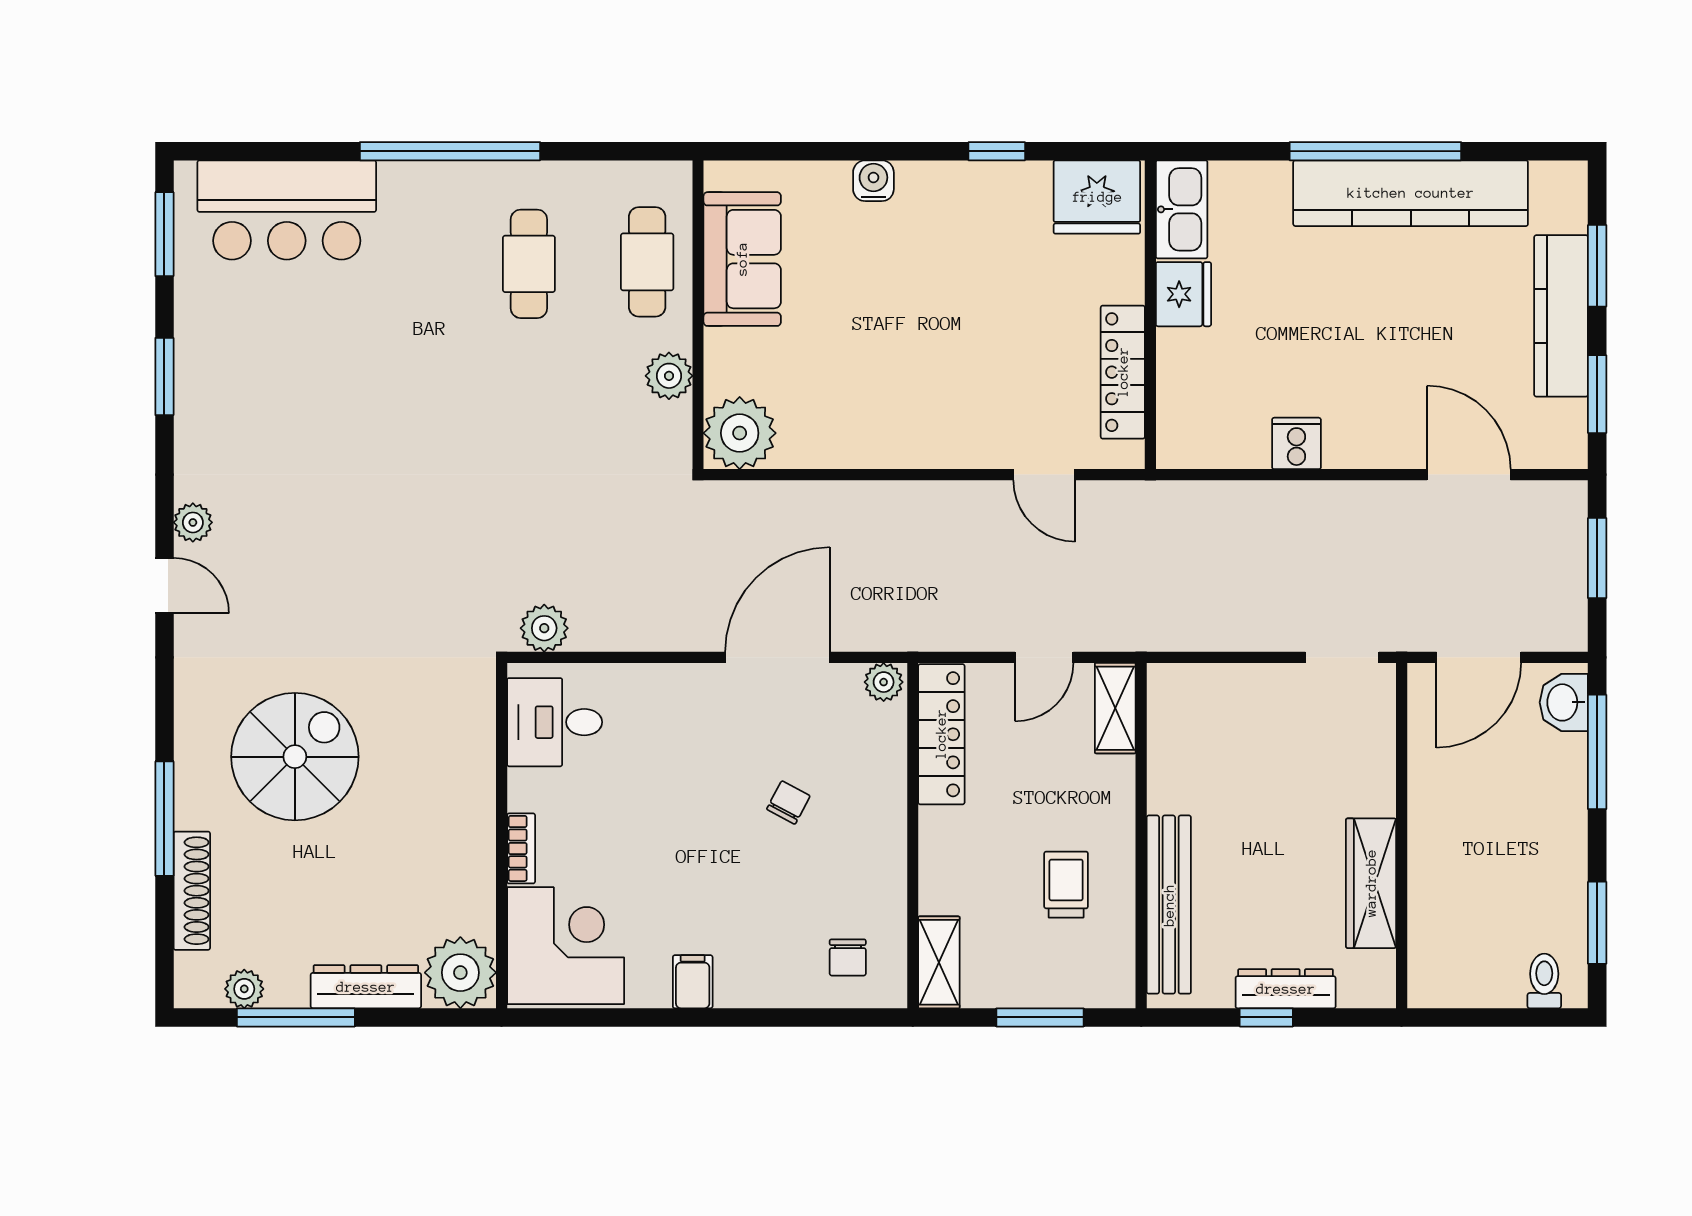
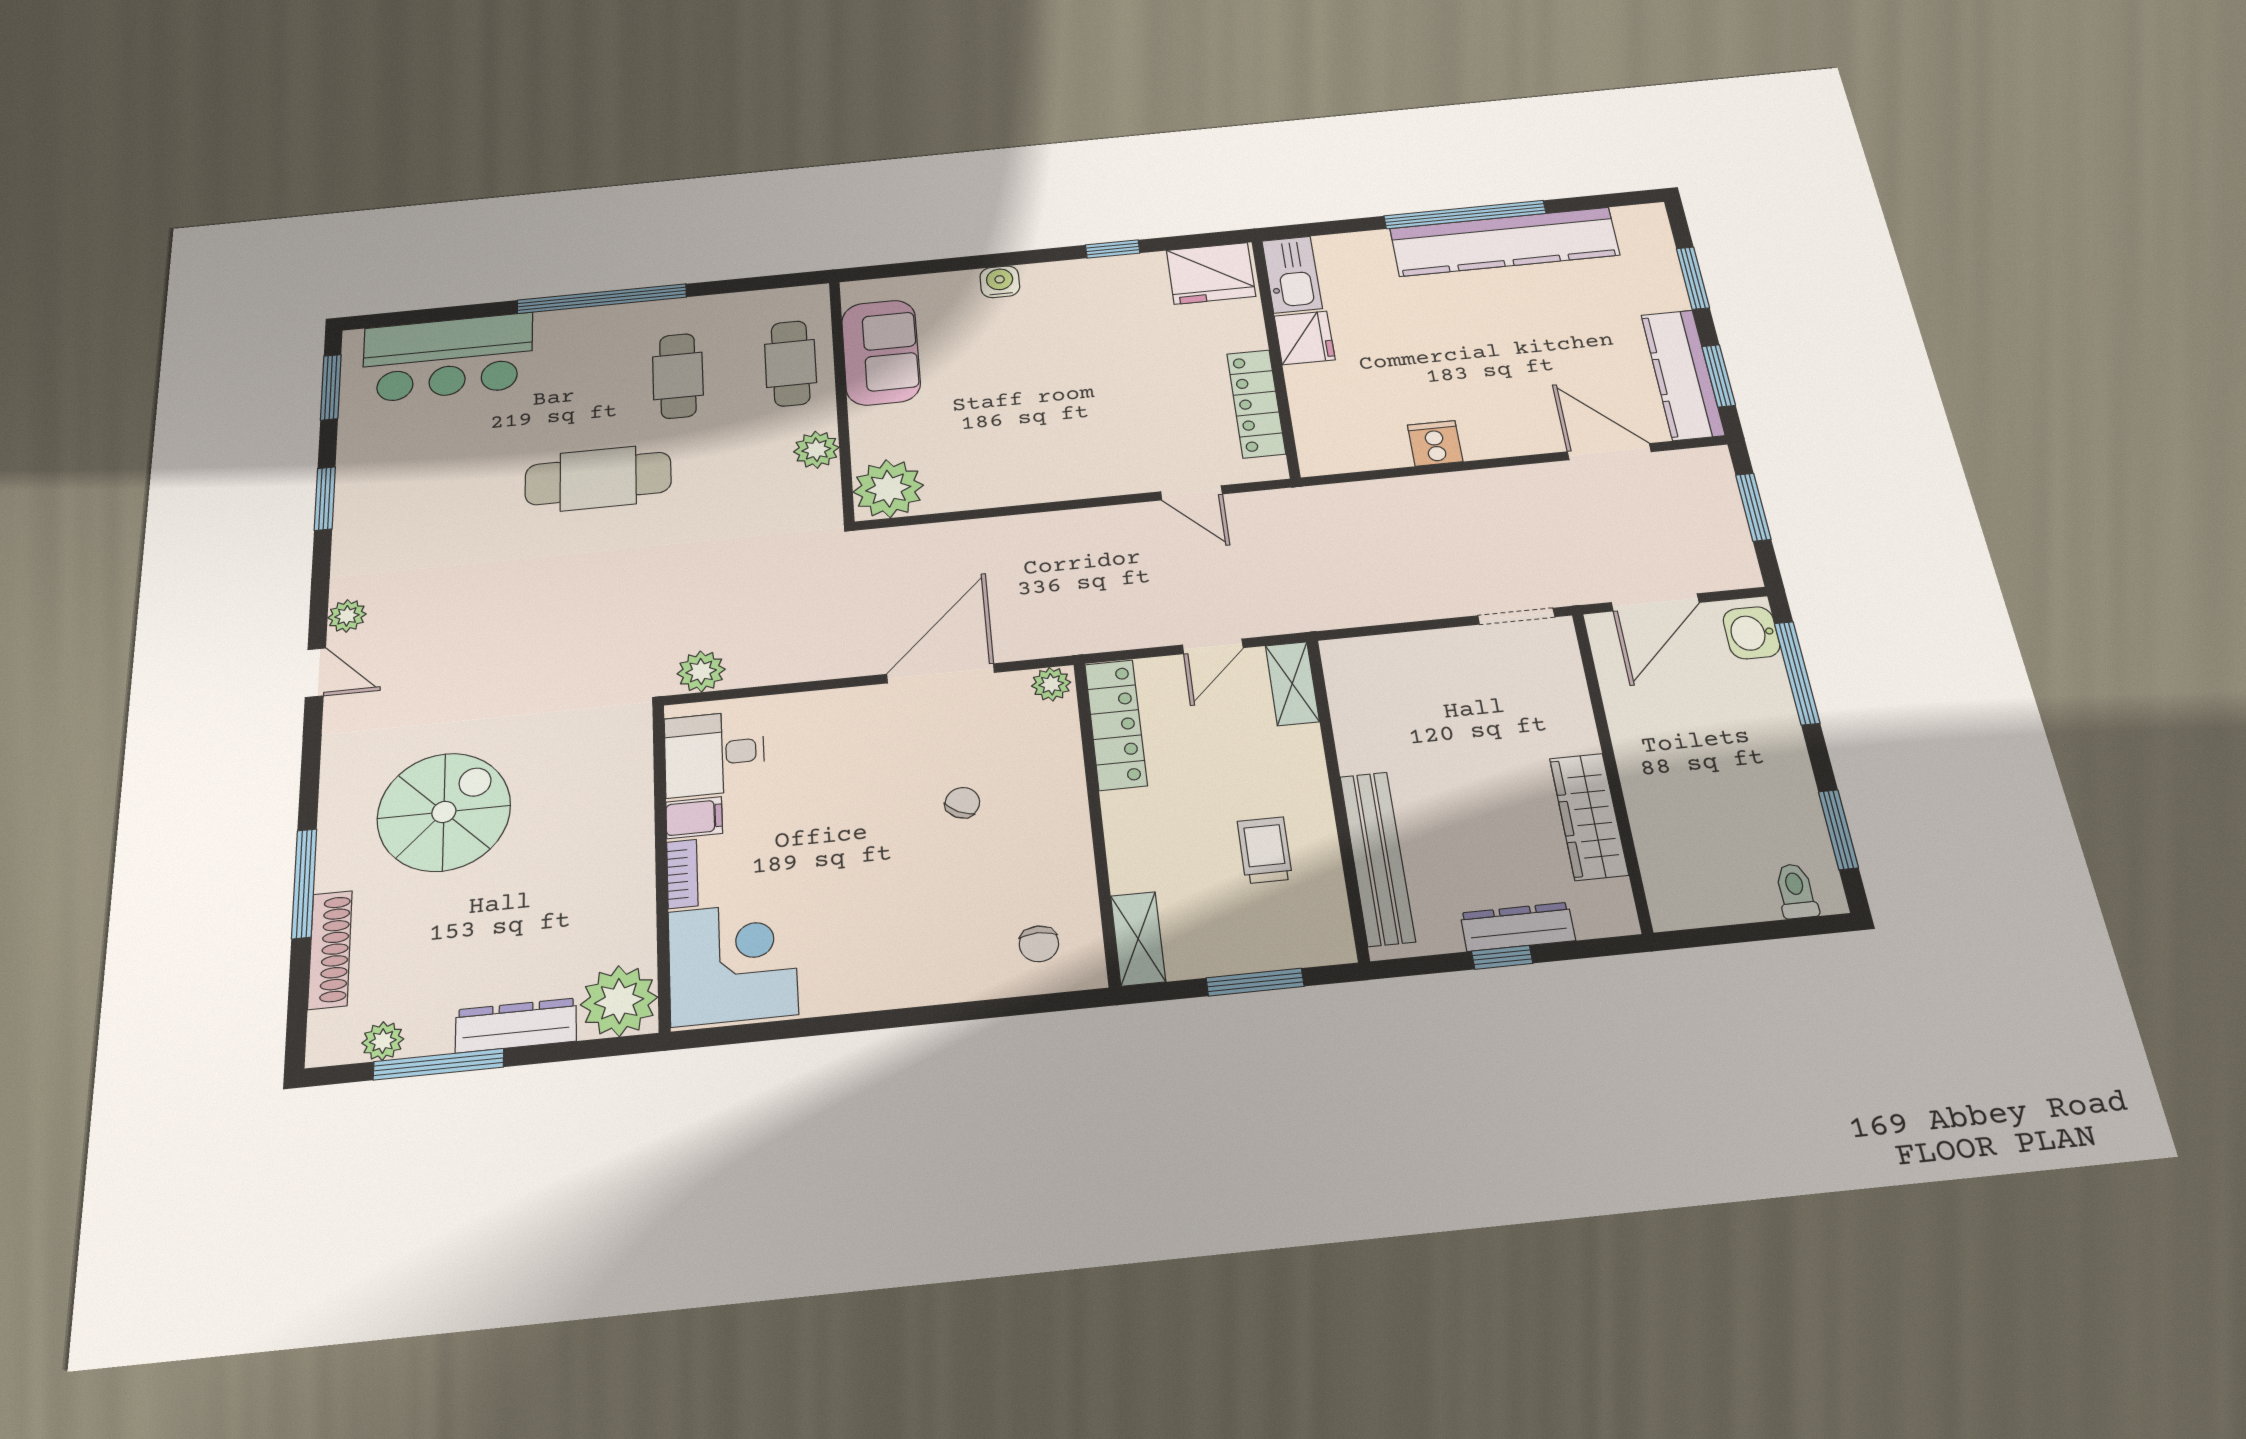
kitchen counter: (1561, 316) -> (1683, 375), moved
cafe table: (445, 385) -> (598, 478), added
filing cabinet: (693, 982) -> (694, 818), moved, turned 90

